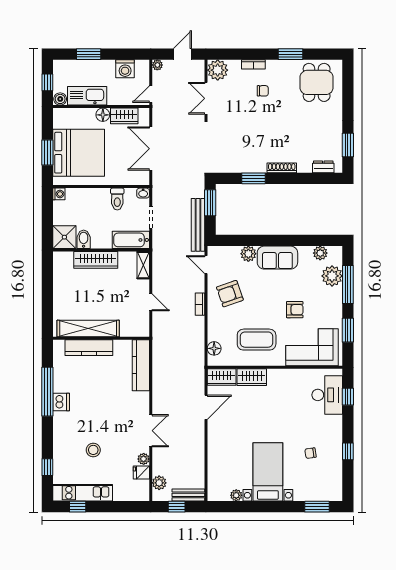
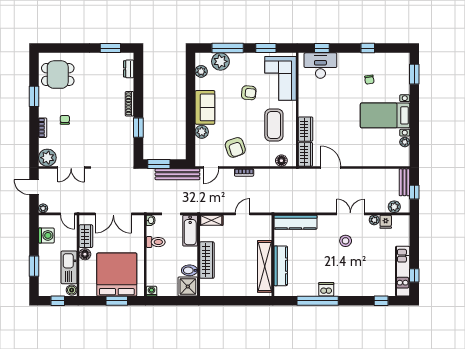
armchair: (295, 310) -> (249, 93), turned 95
stool: (93, 450) -> (346, 241), moved

